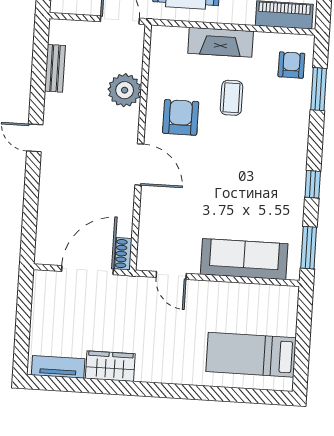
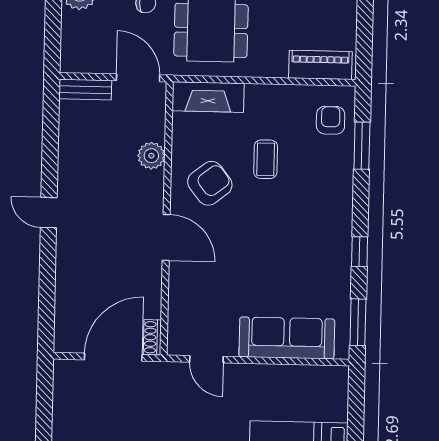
fireplace: (221, 42) -> (208, 97), moved
bench: (55, 68) -> (85, 90), moved, turned 90
plant: (125, 90) -> (151, 156), width x0.73, depth x0.73
armchair: (181, 117) -> (210, 183), turned 52

